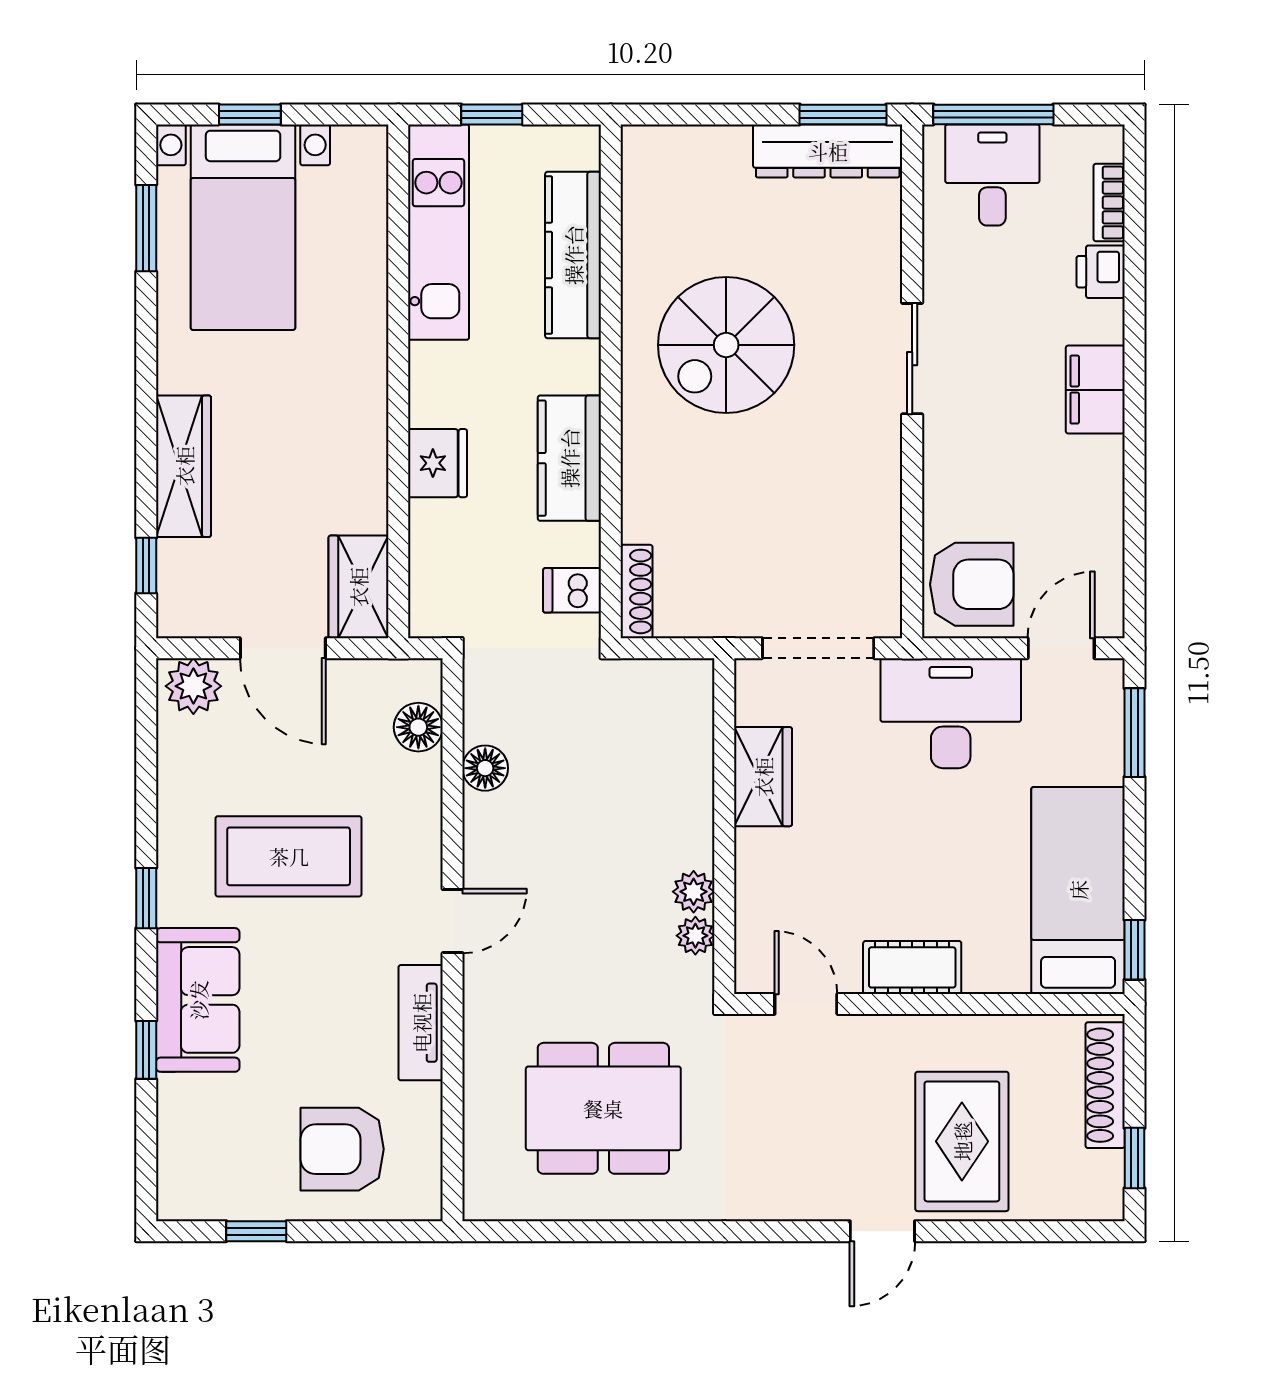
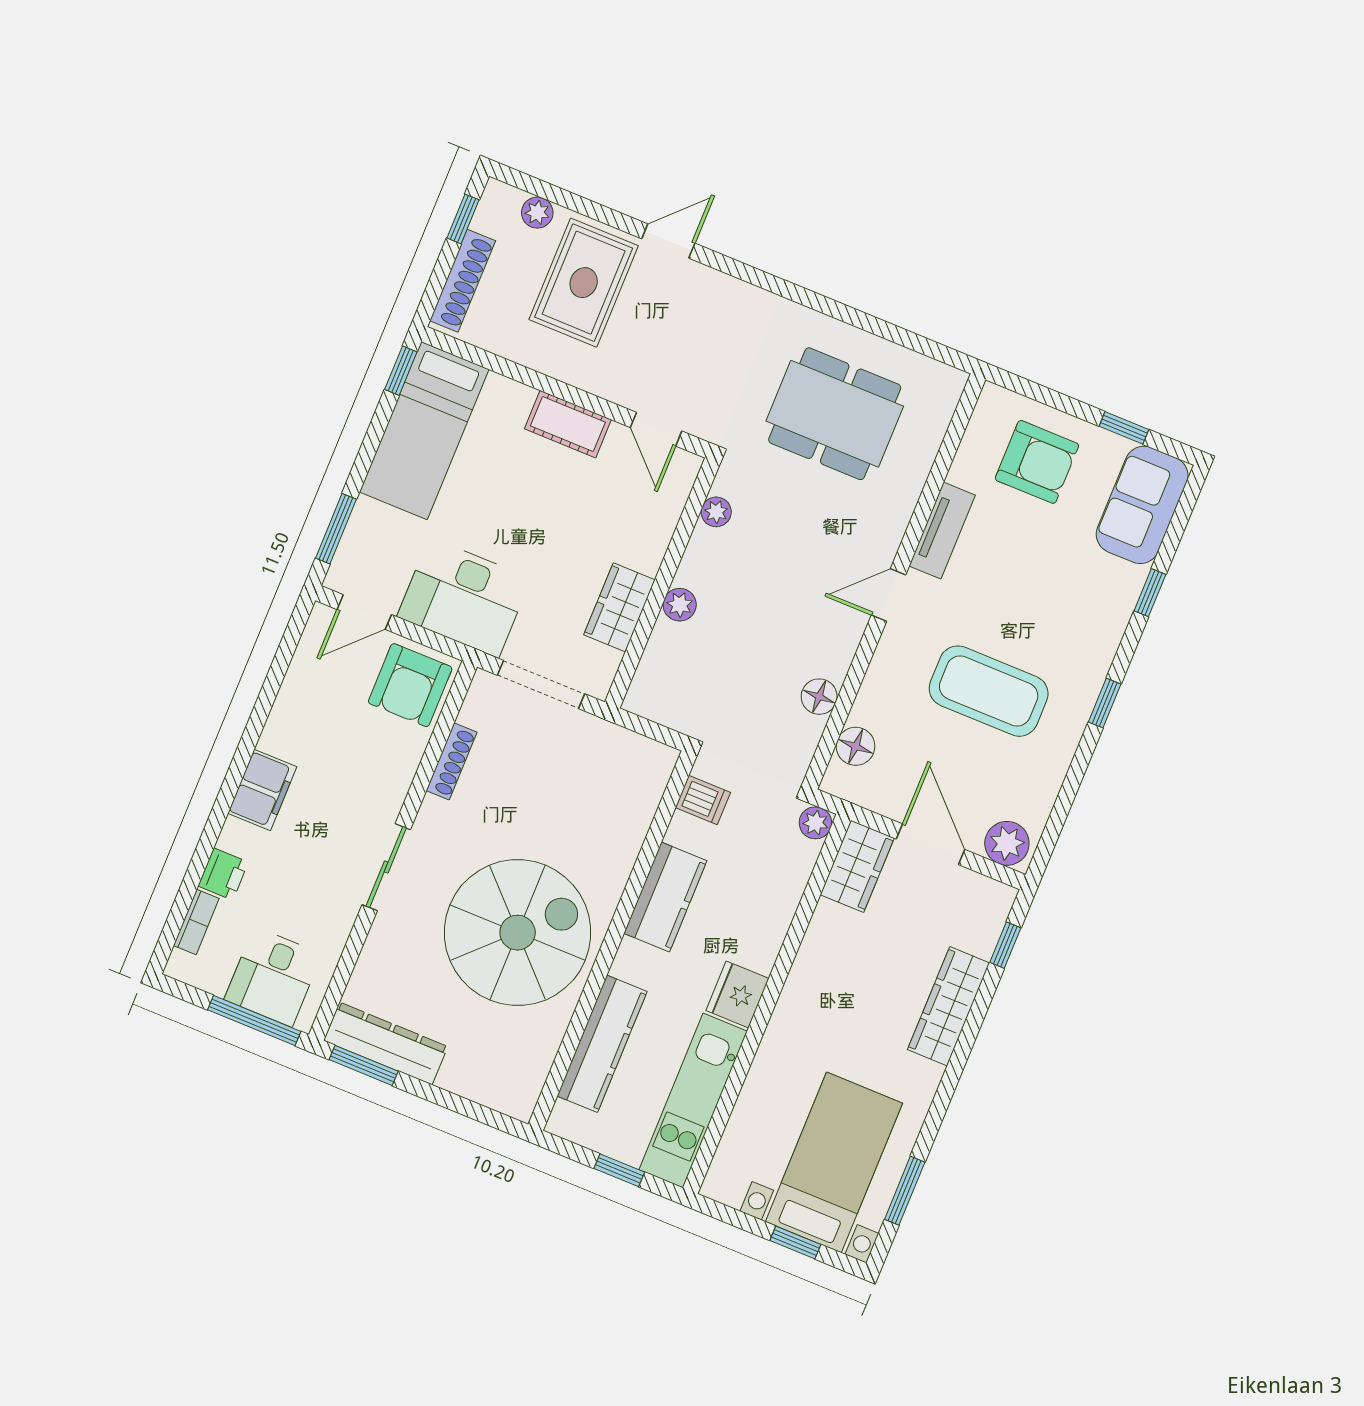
spiral stairs: (726, 345) -> (518, 933), width x1.37, depth x1.37
fridge: (438, 463) -> (737, 995), moved
armchair: (972, 584) -> (410, 685), turned -90
shoe rack: (636, 591) -> (452, 761), moved, turned 180
plant: (429, 618) -> (815, 823), added
plant: (694, 892) -> (680, 605), moved
sofa: (198, 1000) -> (1142, 505), moved
plant: (1050, 1201) -> (537, 213), added

